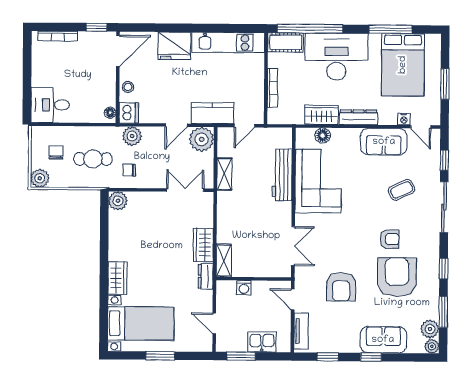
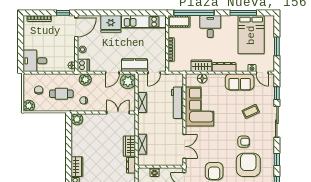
desk: (336, 57) -> (210, 27), width x0.53, depth x0.77
shelving: (224, 260) -> (142, 144), moved

